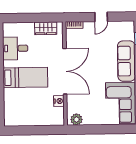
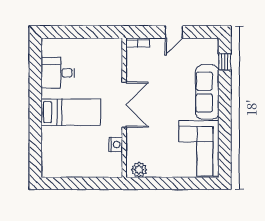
wardrobe: (46, 28) -> (99, 46), removed
double door: (65, 71) -> (124, 105), width x0.73

